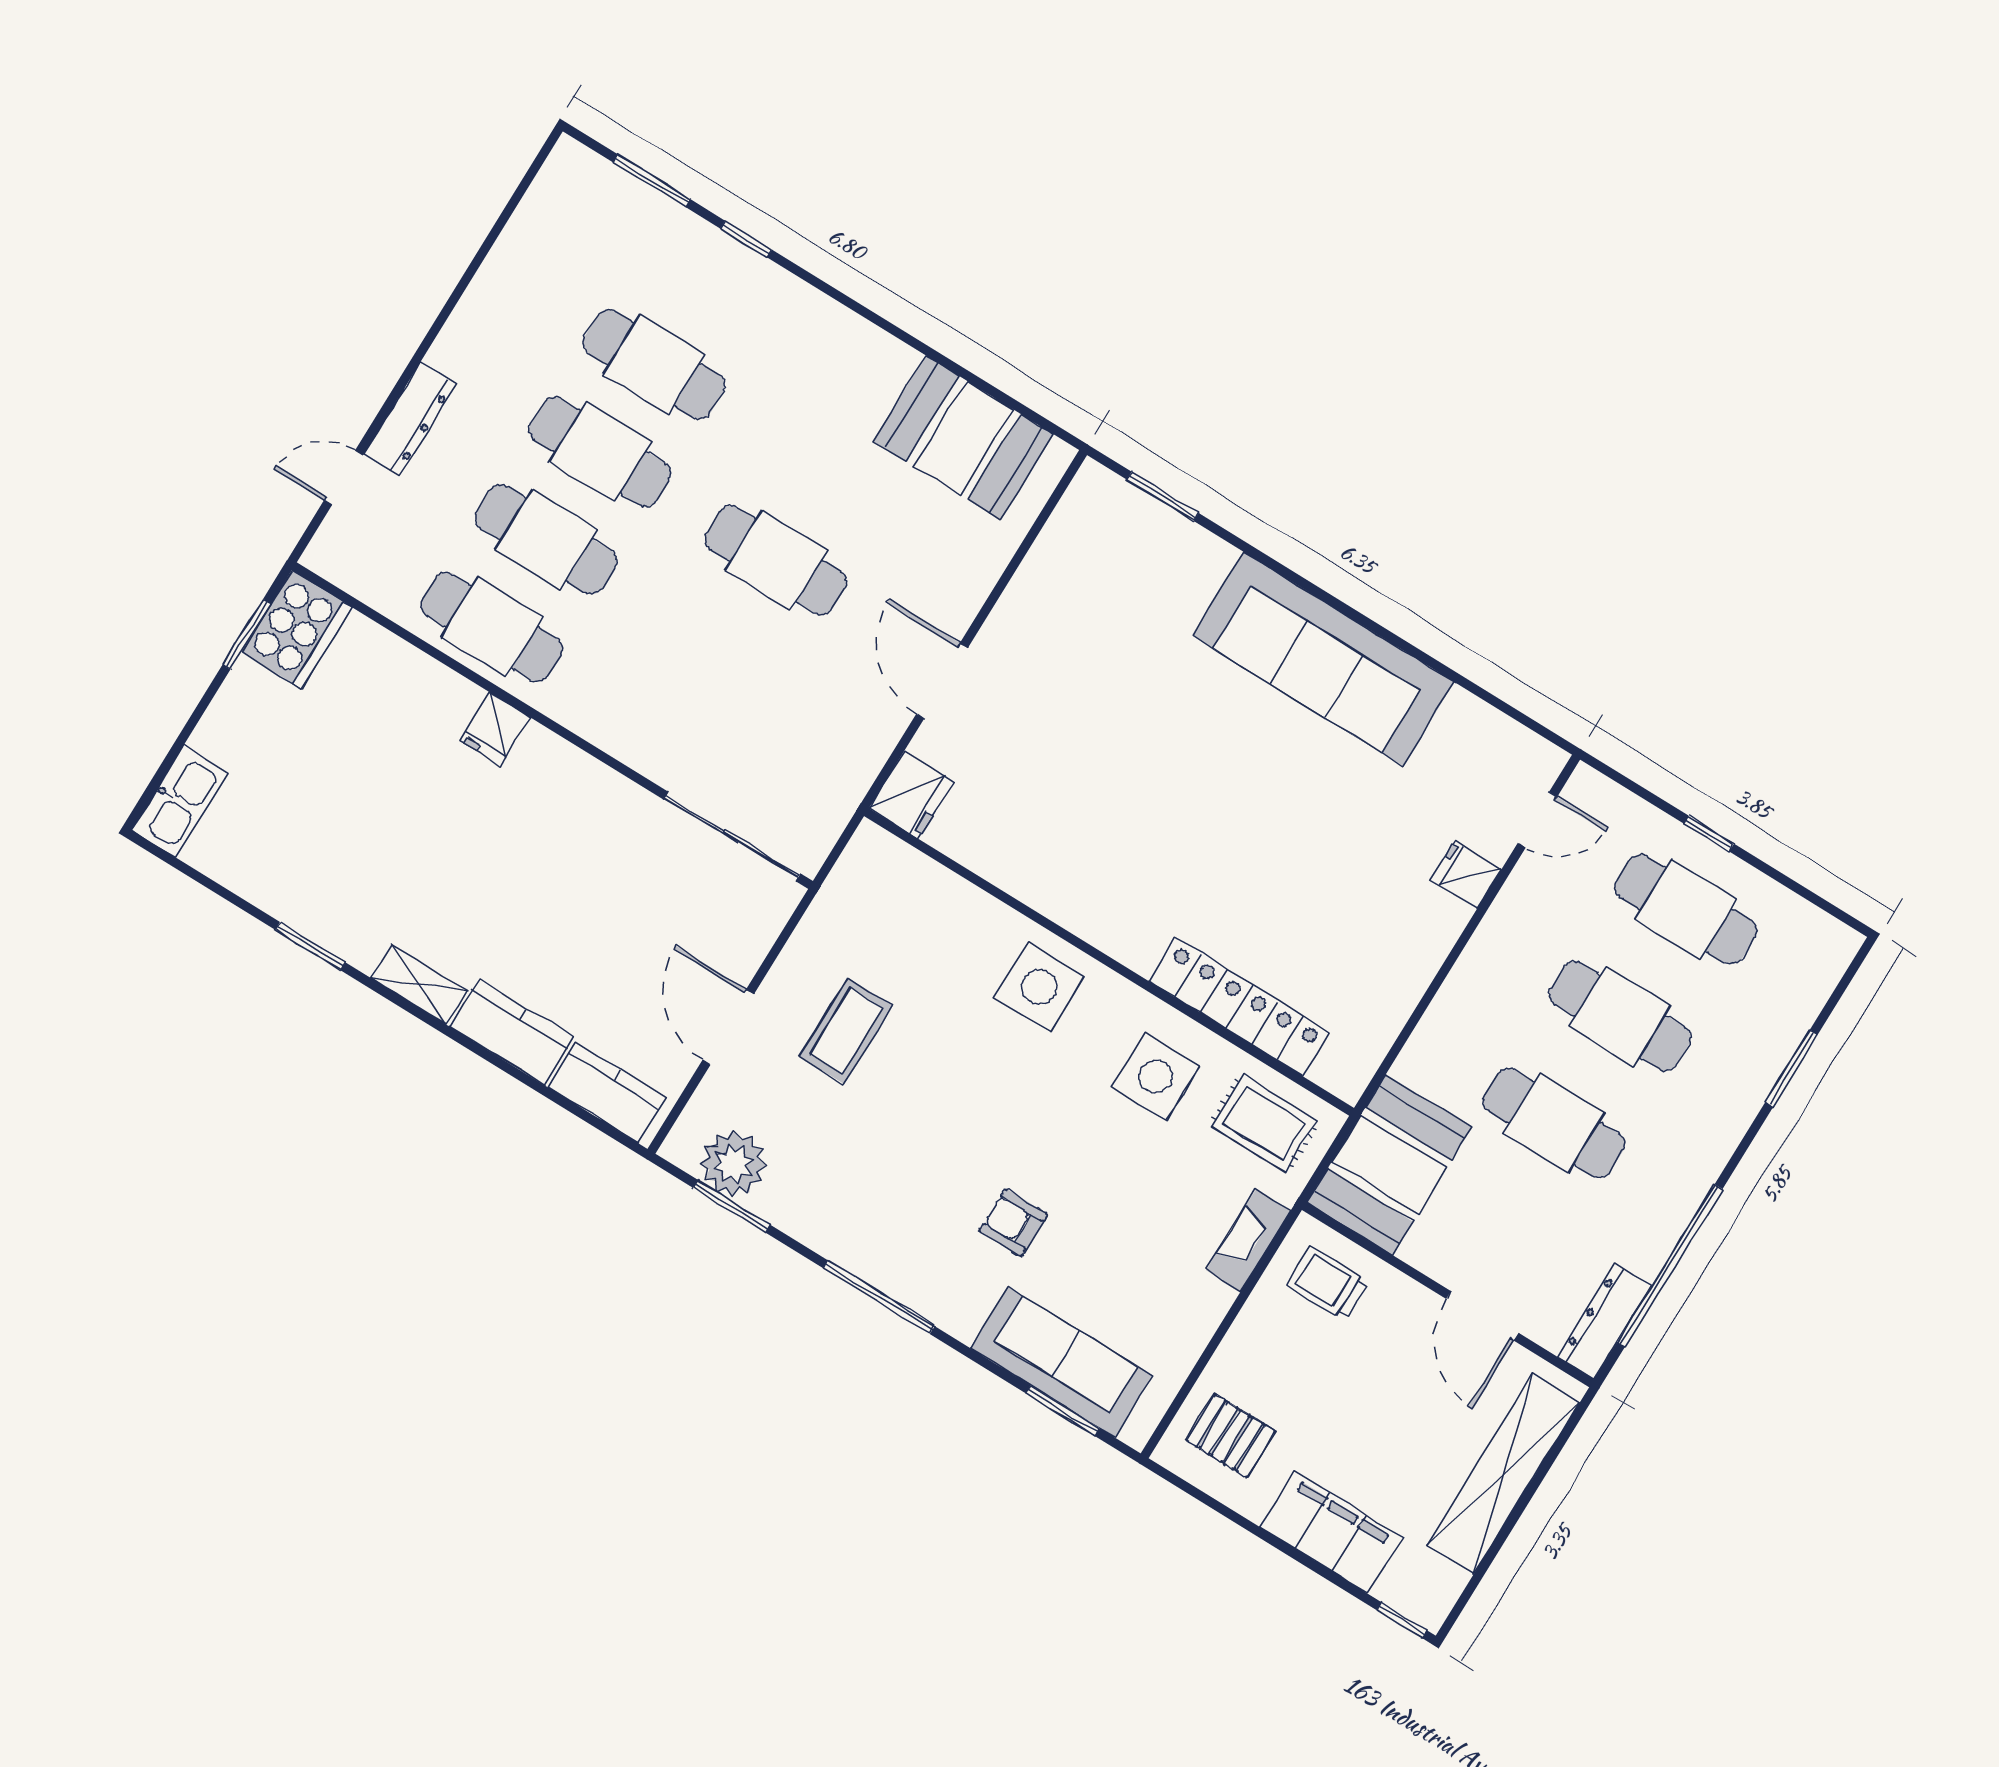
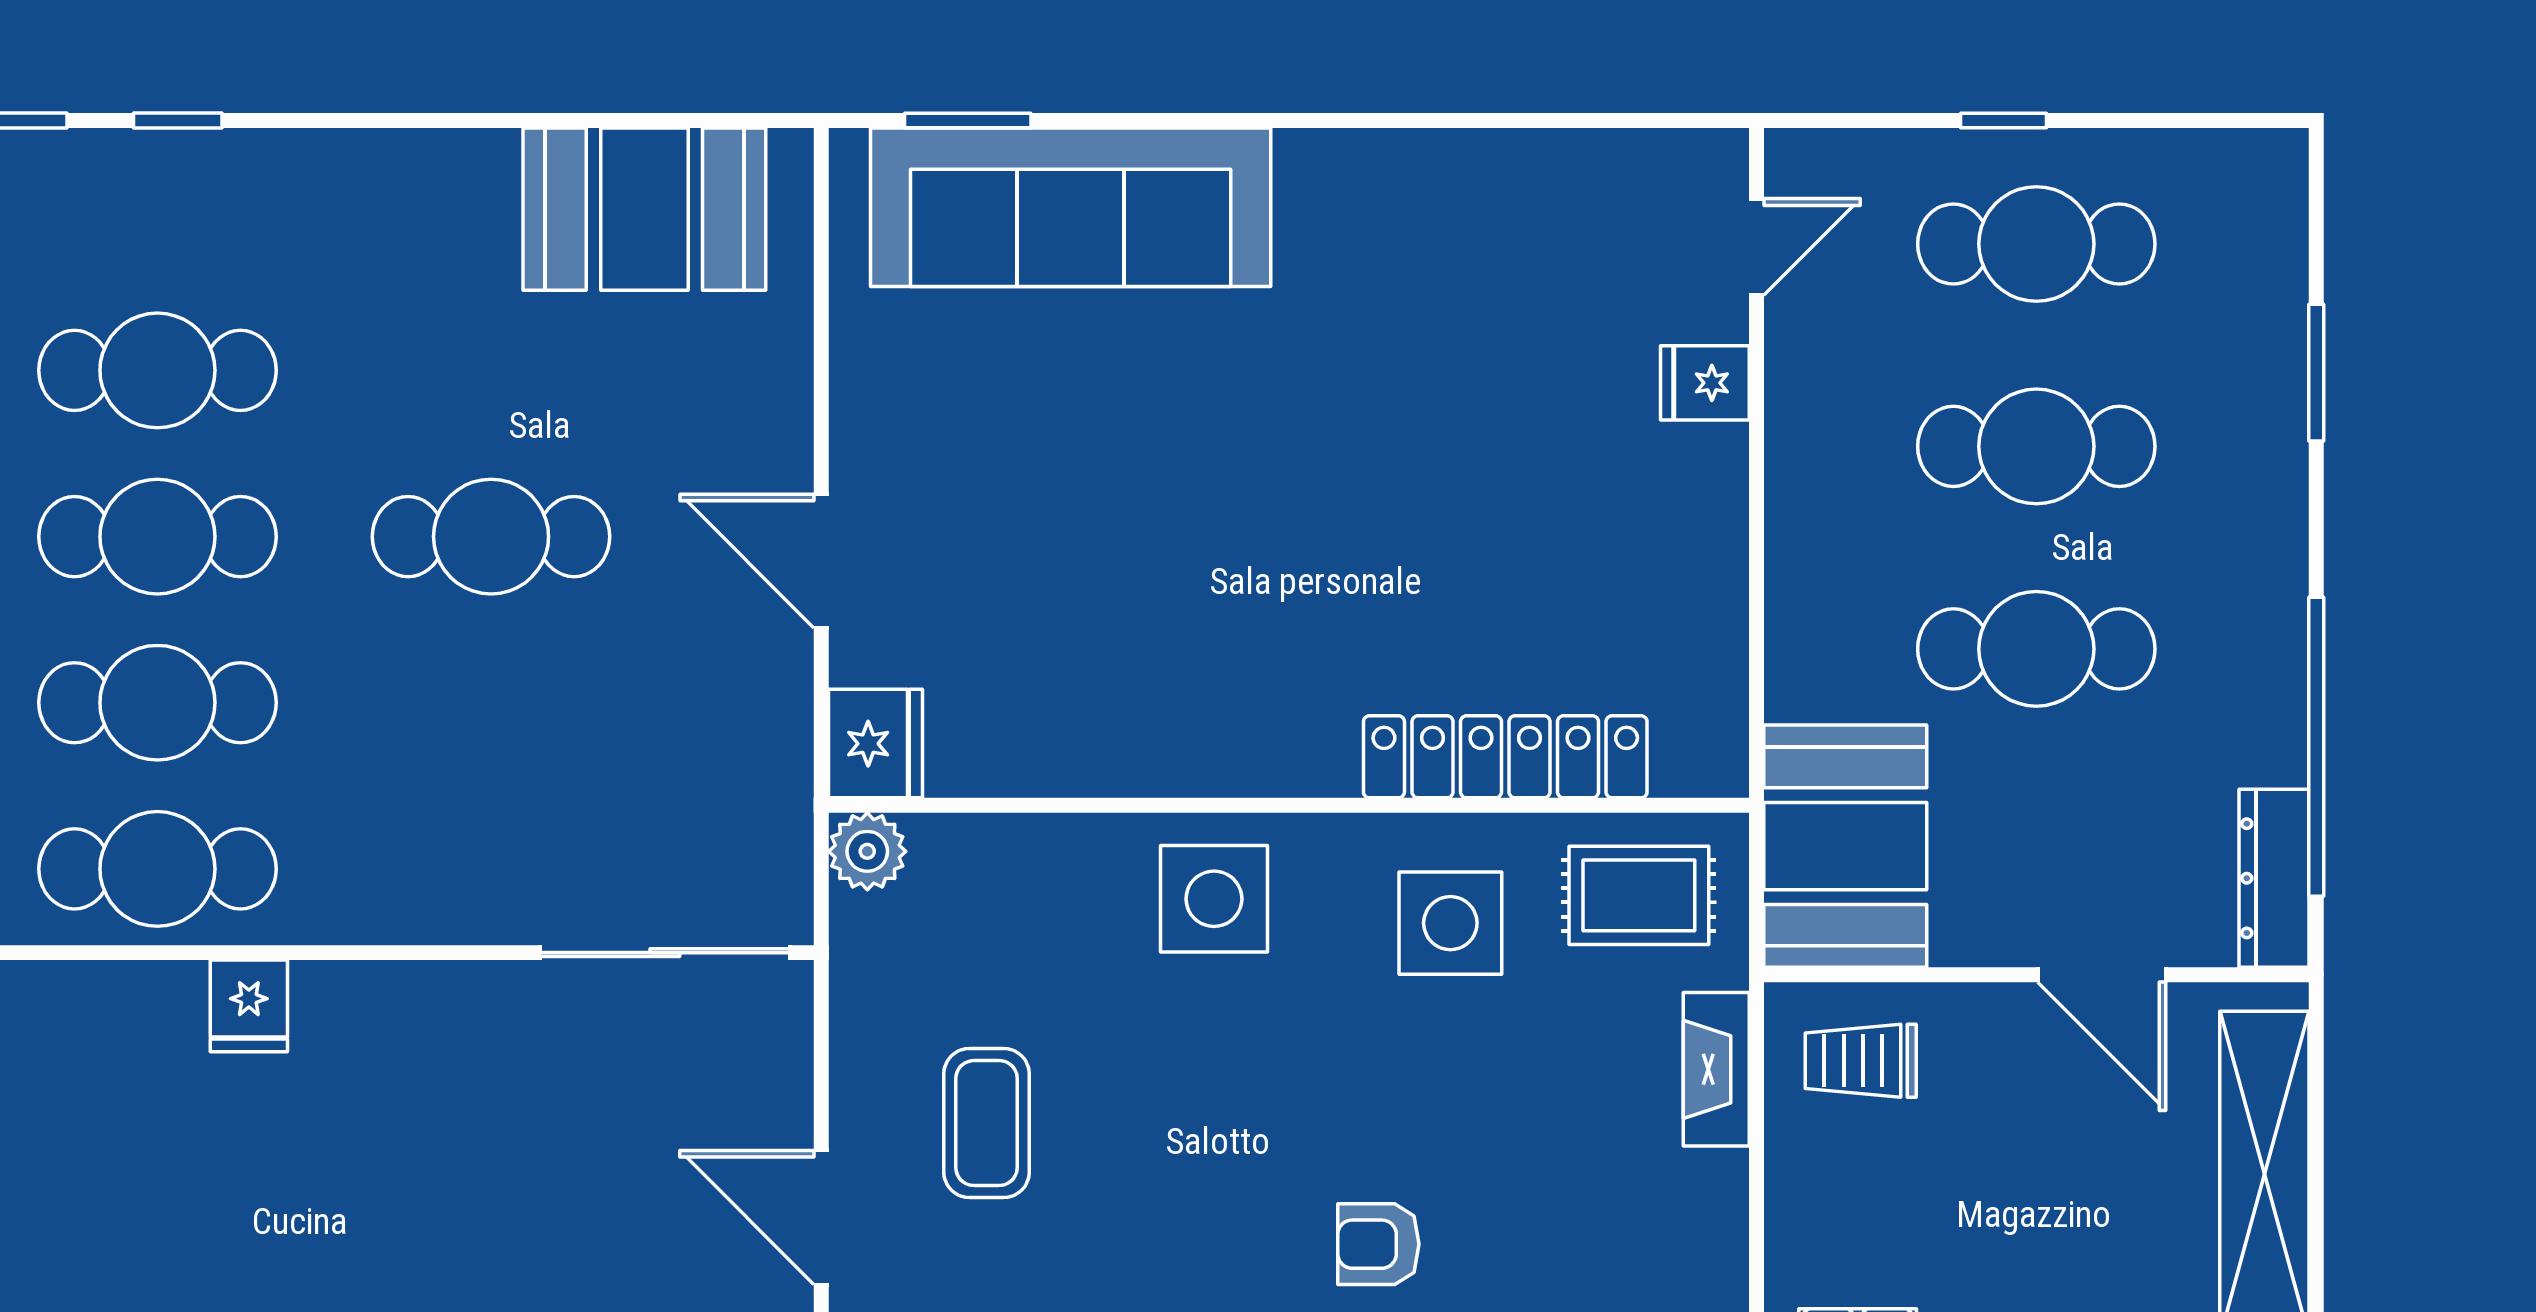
sofa: (1323, 659) -> (1071, 207), moved
plant: (872, 849) -> (867, 851), added

